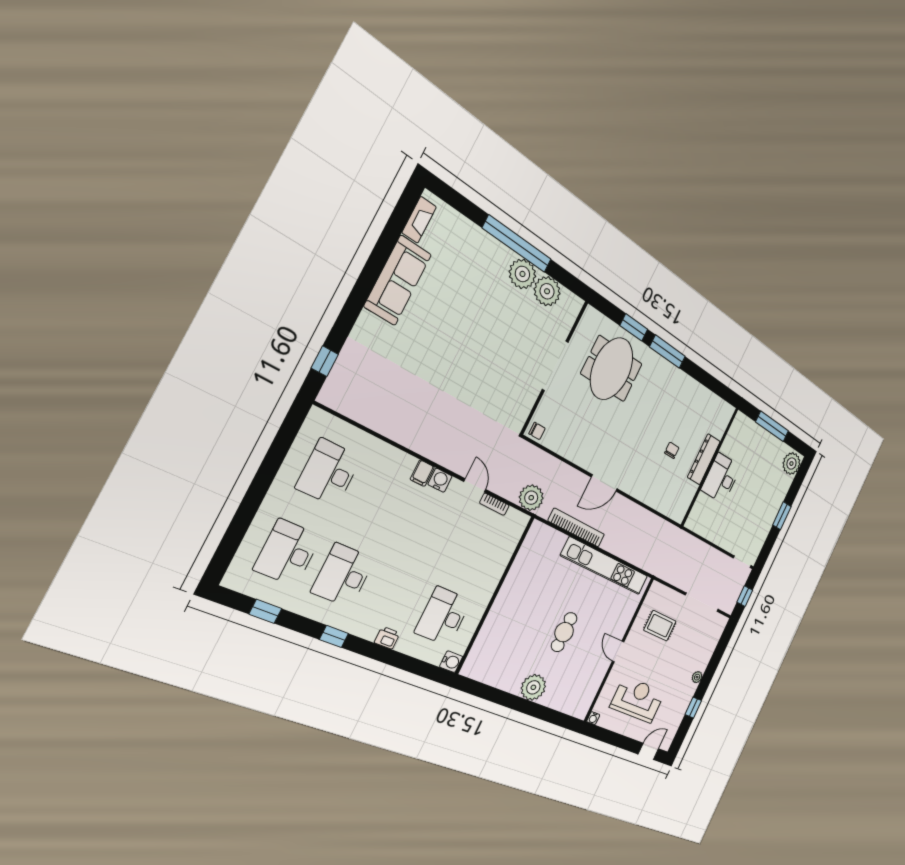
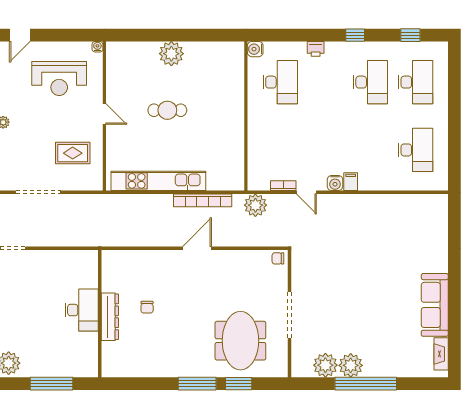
window: (325, 361) -> (454, 223), removed
cafe table: (564, 632) -> (167, 110), turned 90

